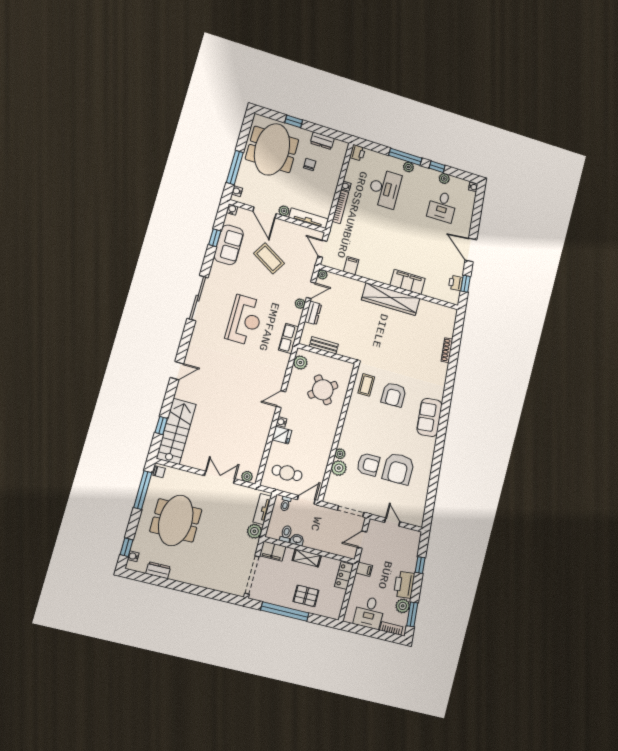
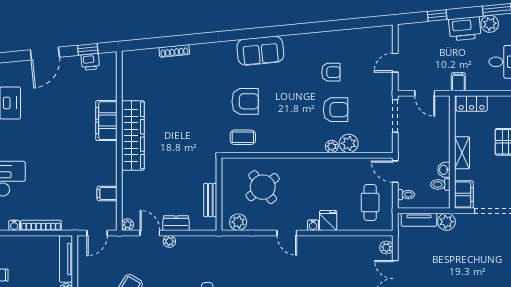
row of seats: (289, 338) -> (214, 243), removed
armchair: (368, 465) -> (335, 110), turned 90
armchair: (398, 469) -> (331, 72), width x0.53, depth x0.53

